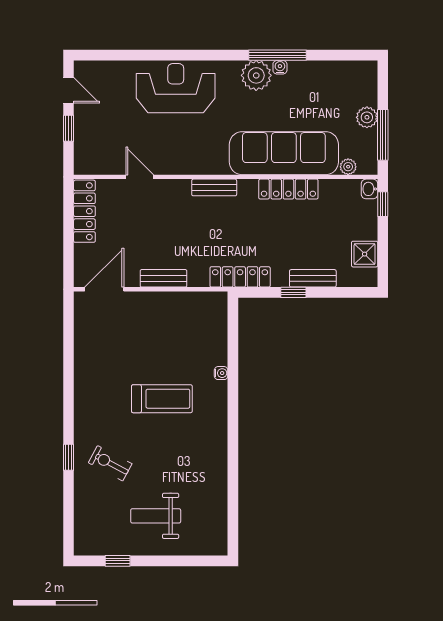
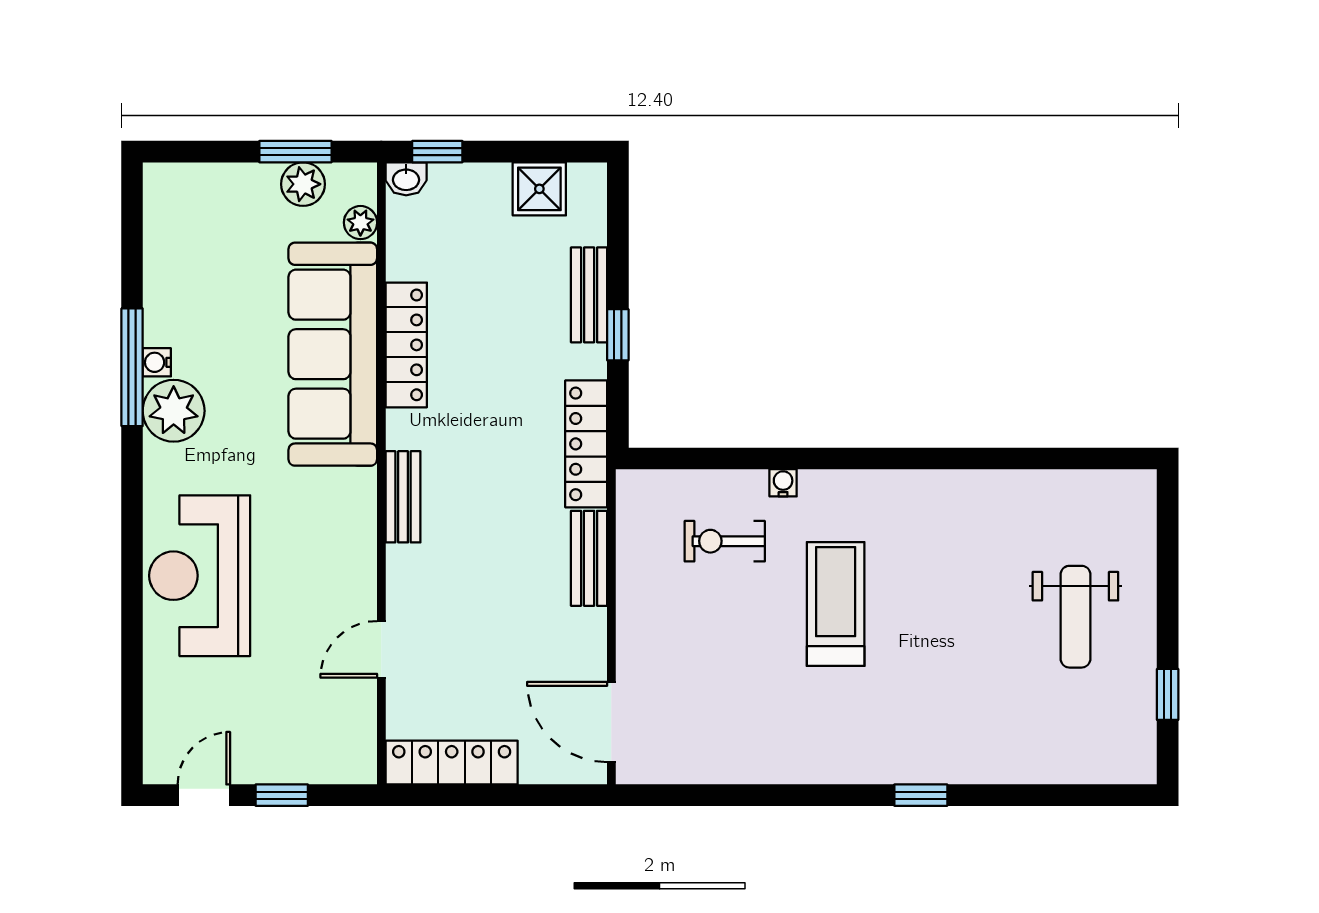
plant: (367, 117) -> (303, 184), moved
window: (383, 135) -> (295, 152), width x0.69
bench: (164, 278) -> (589, 558), moved
window: (69, 457) -> (921, 795), moved
exercise bike: (110, 463) -> (725, 541), moved, turned 62

